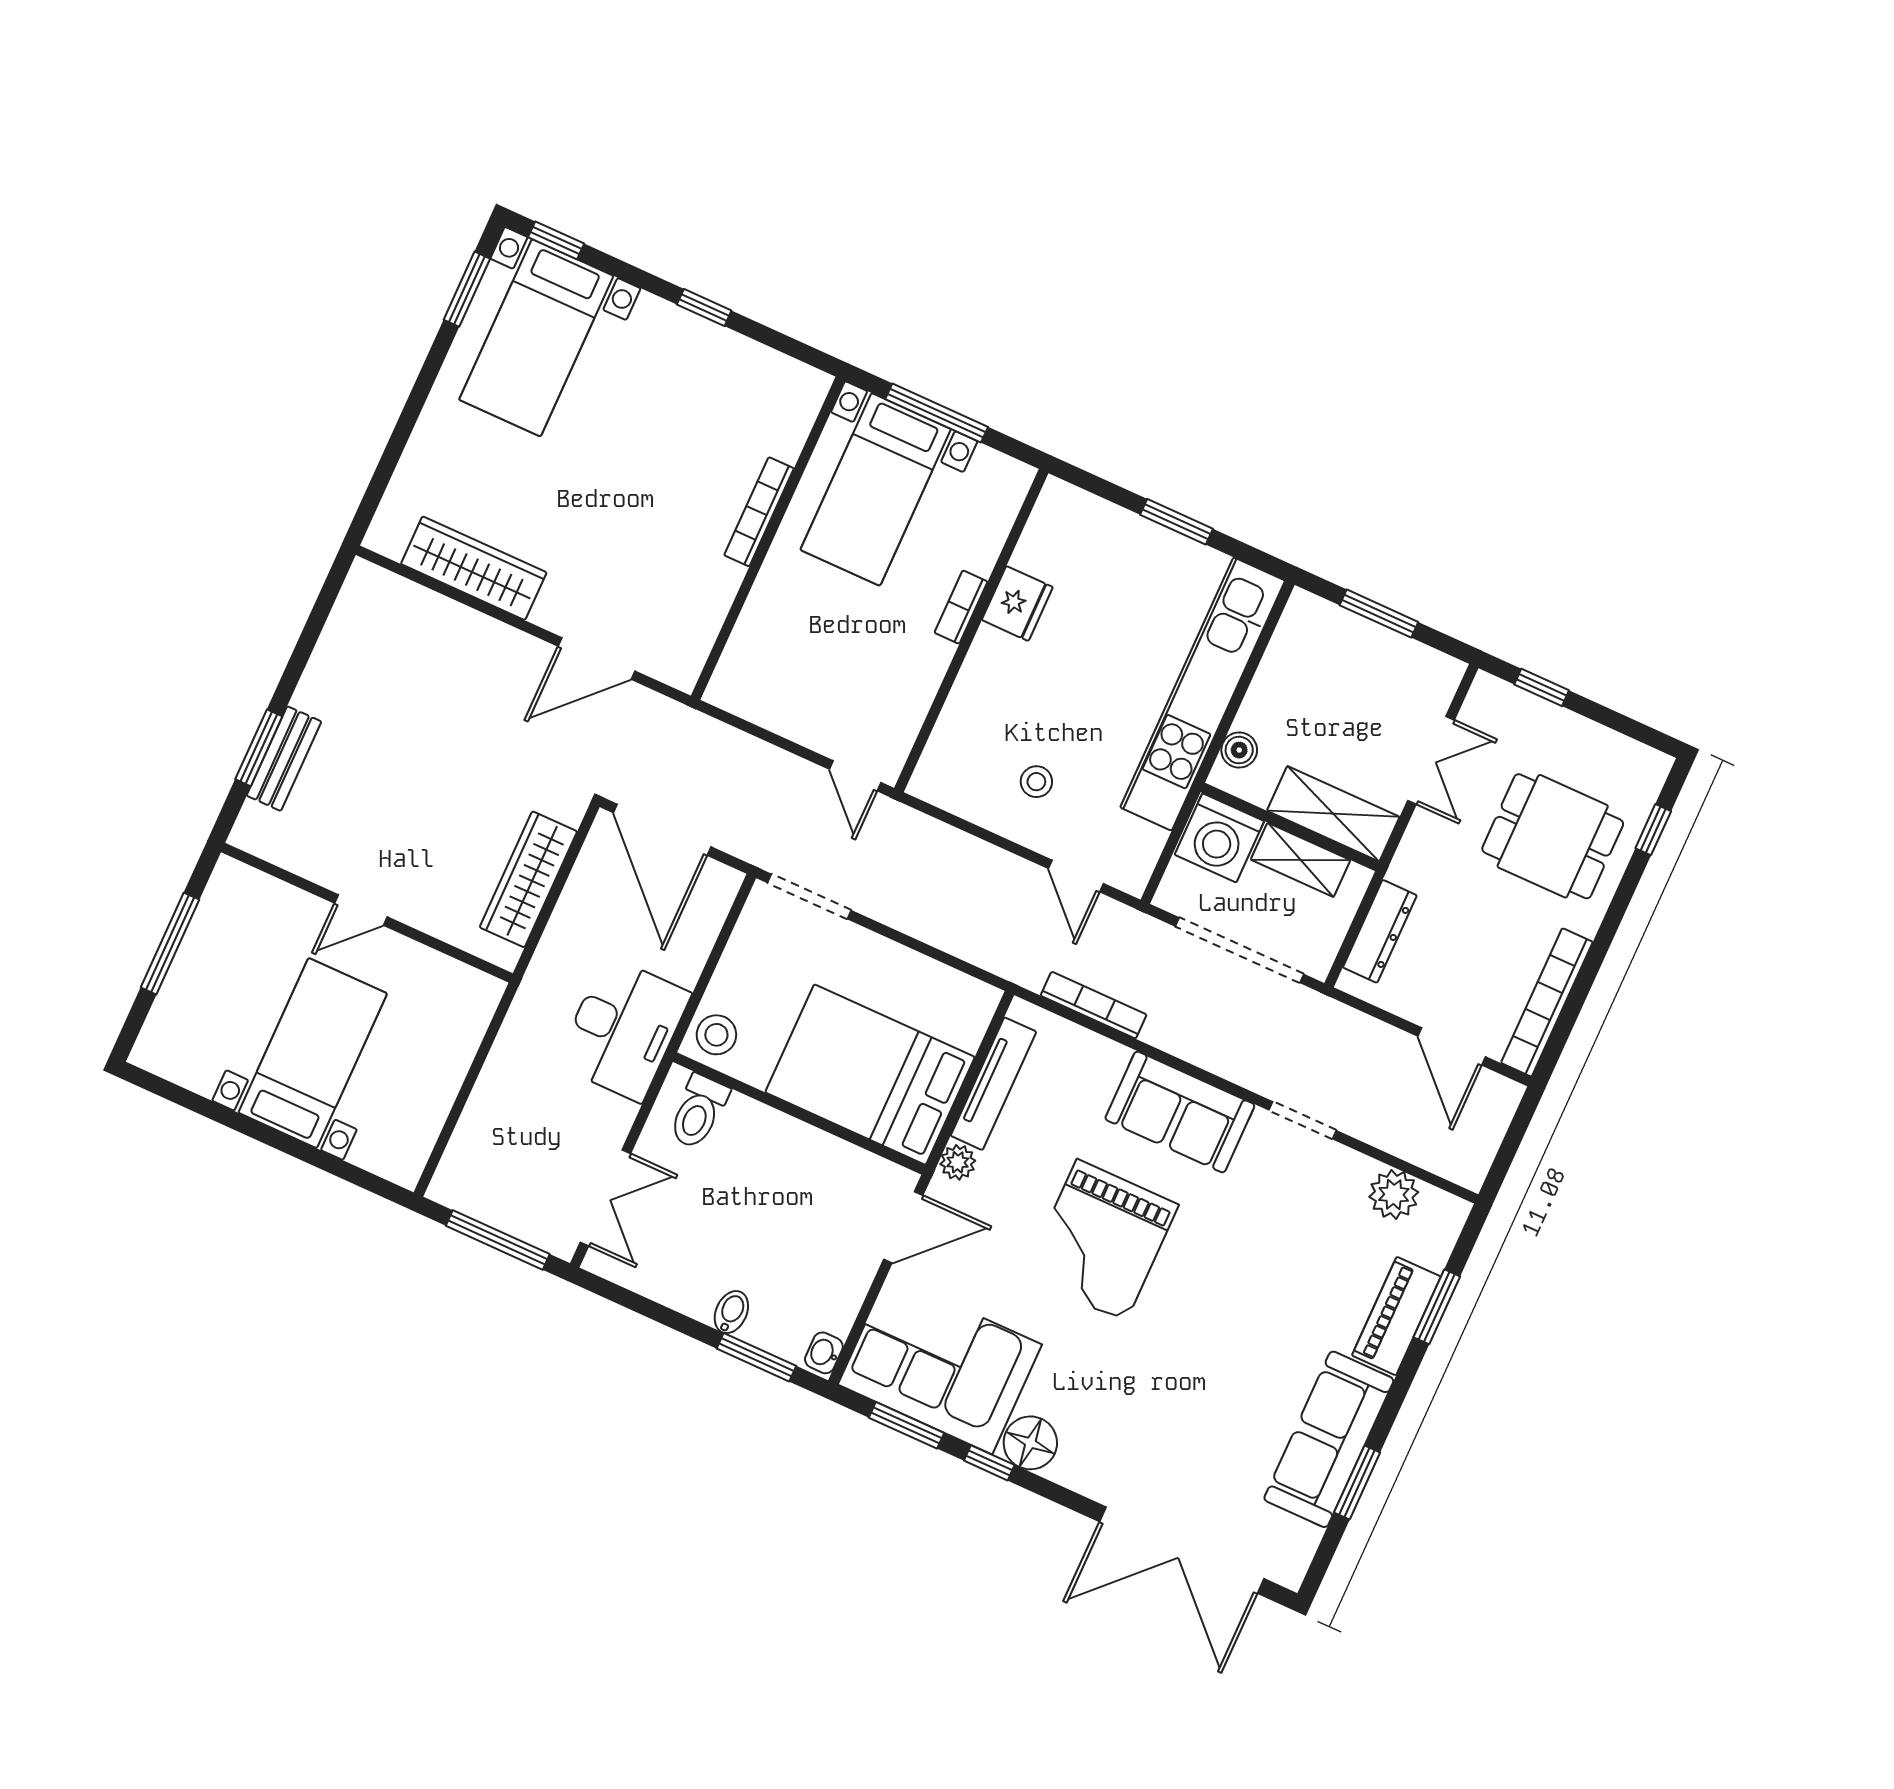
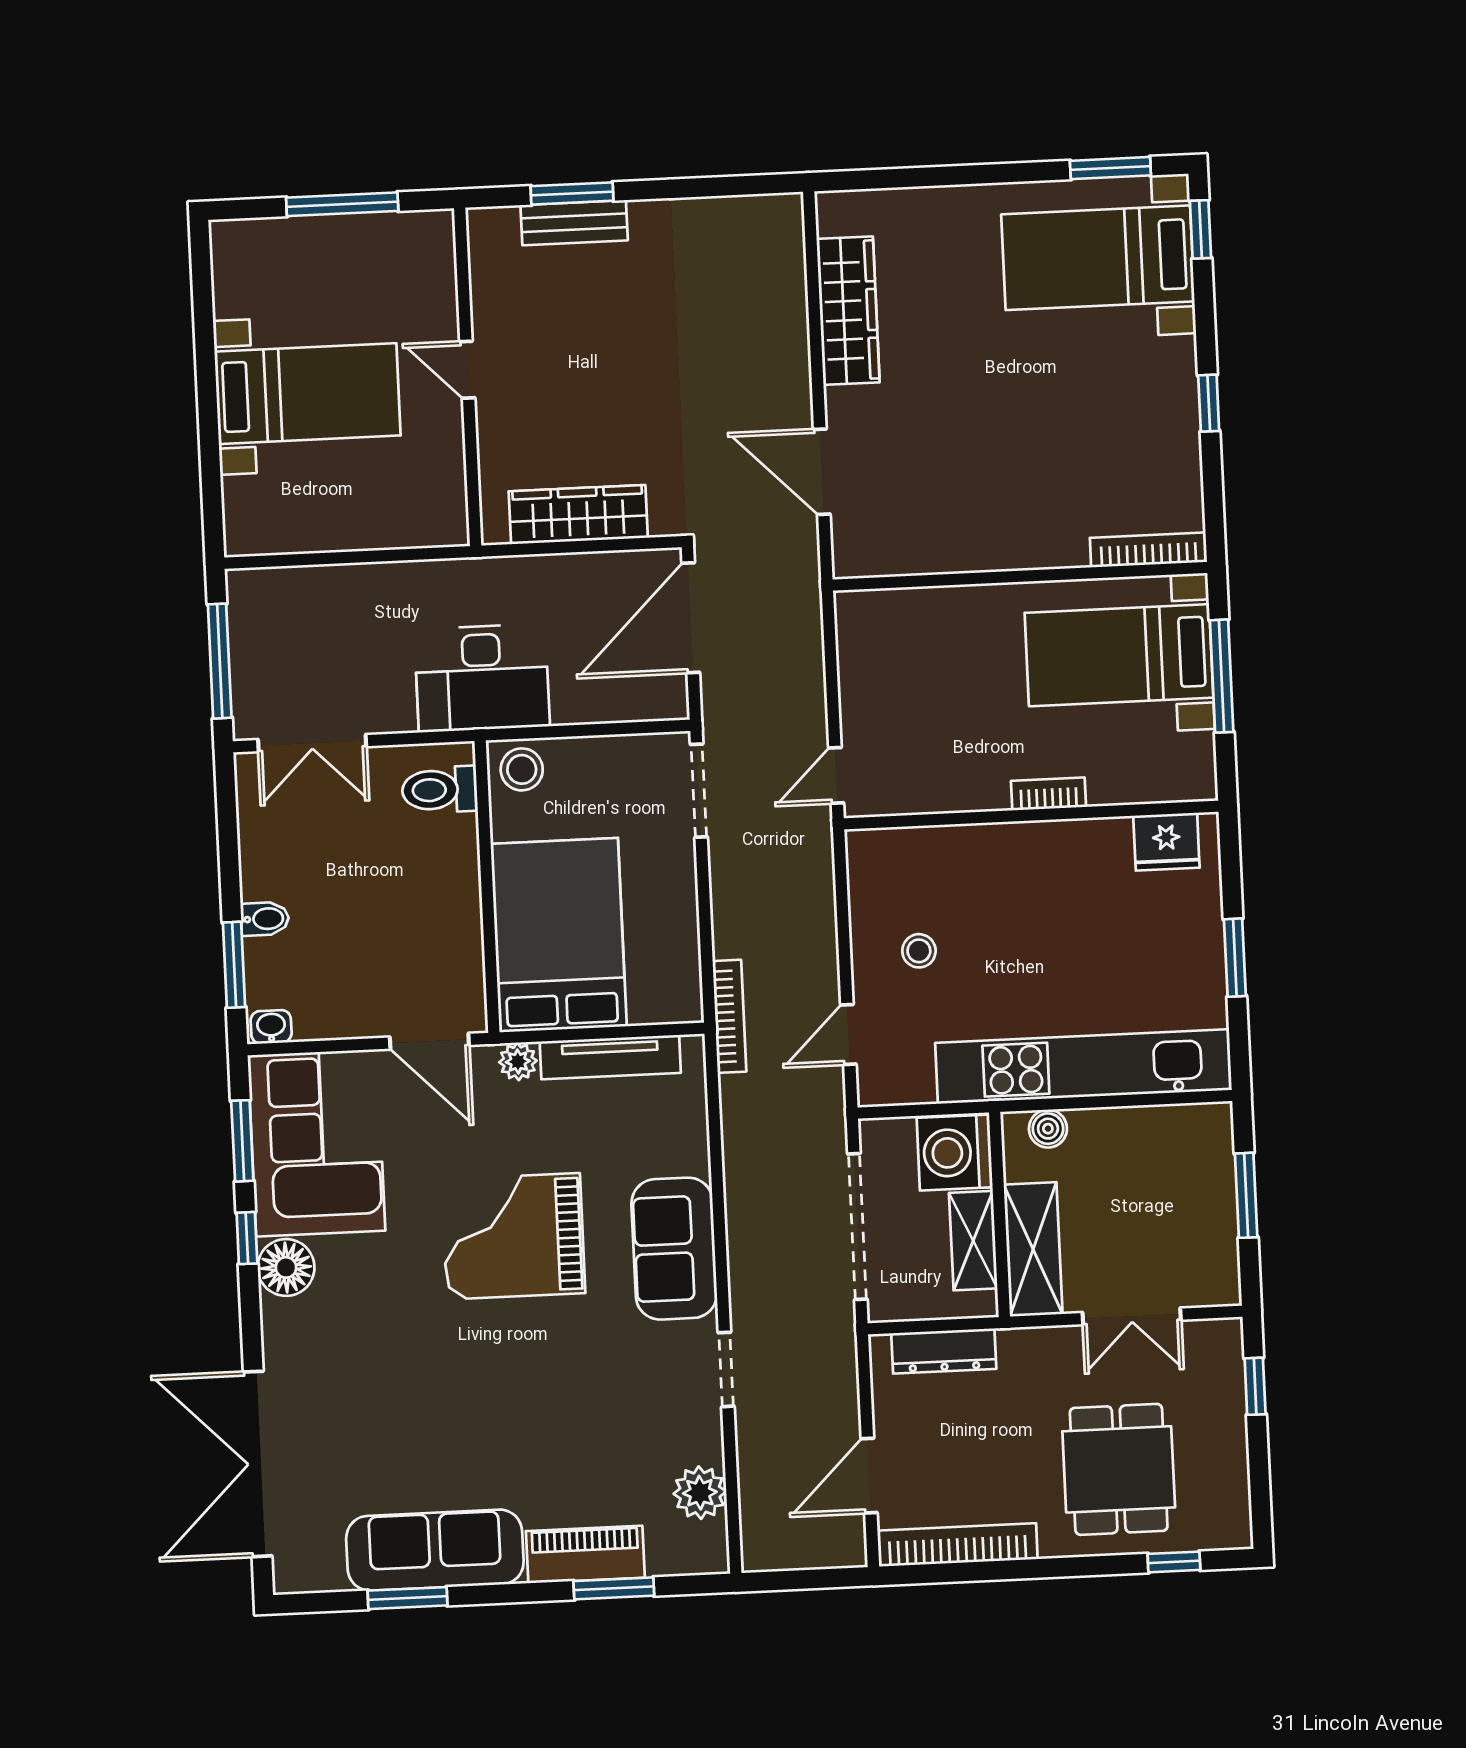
bookcase: (759, 512) -> (1148, 550), moved
fridge: (1017, 603) -> (1166, 842), moved
bookcase: (1094, 1005) -> (729, 1016), moved

